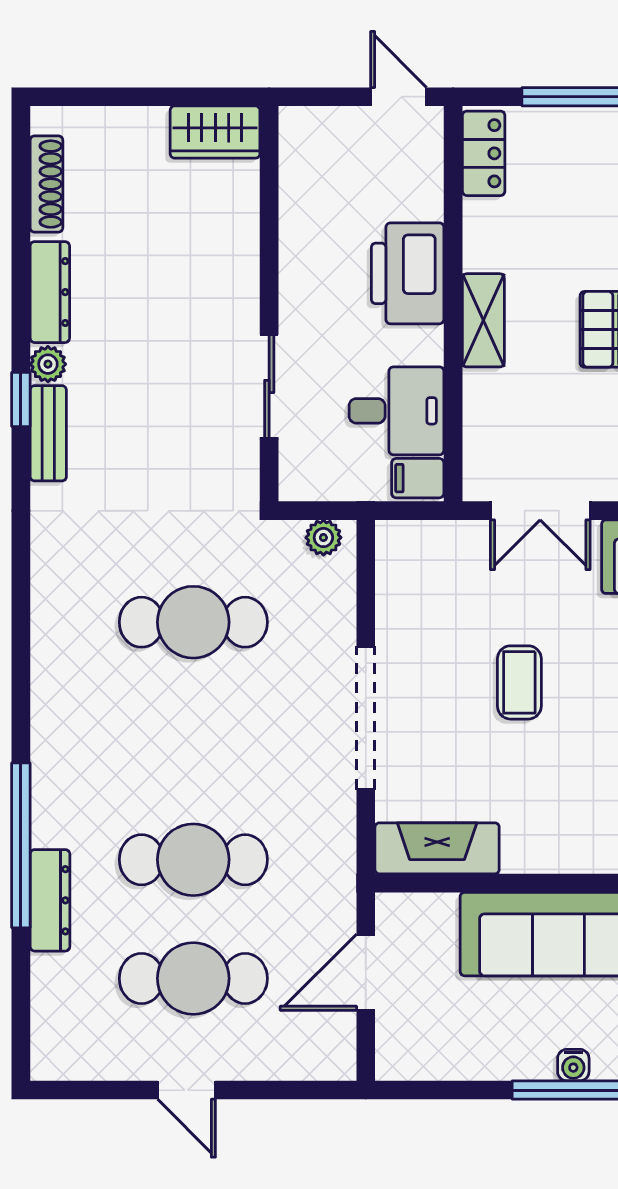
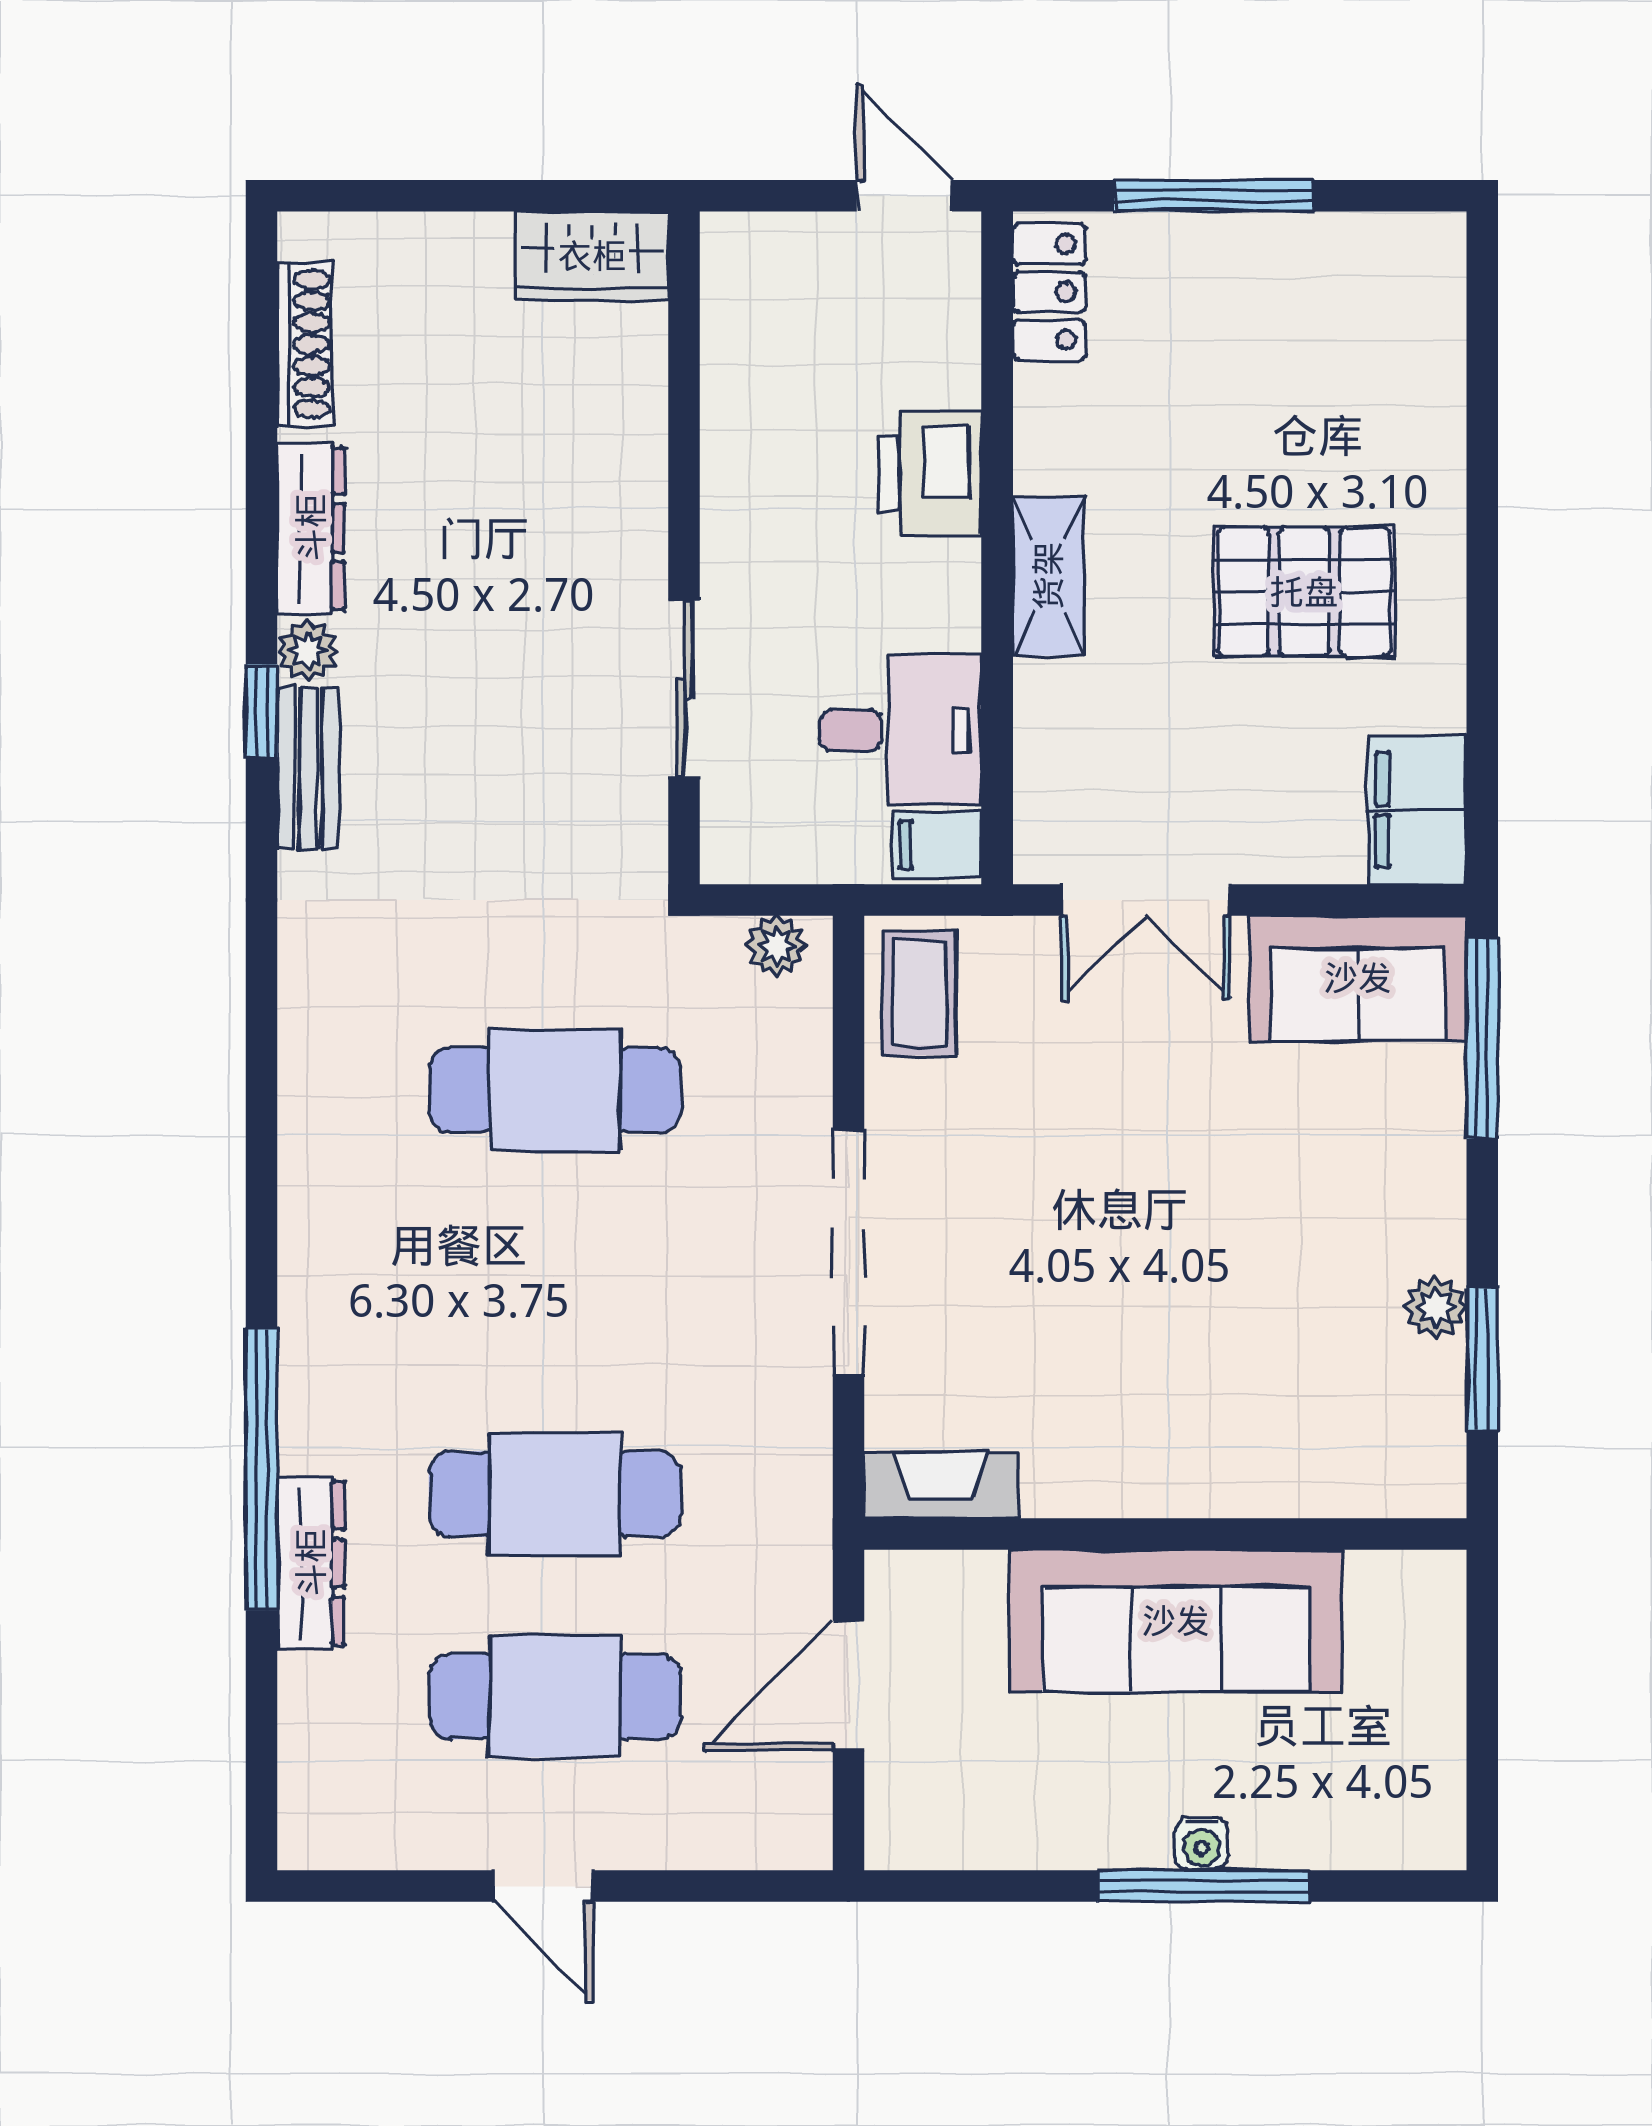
printer: (408, 273) -> (930, 473), width x0.73, depth x0.84
coffee table: (519, 682) -> (920, 993), moved
fireplace: (437, 848) -> (941, 1485), width x0.73, depth x0.76

